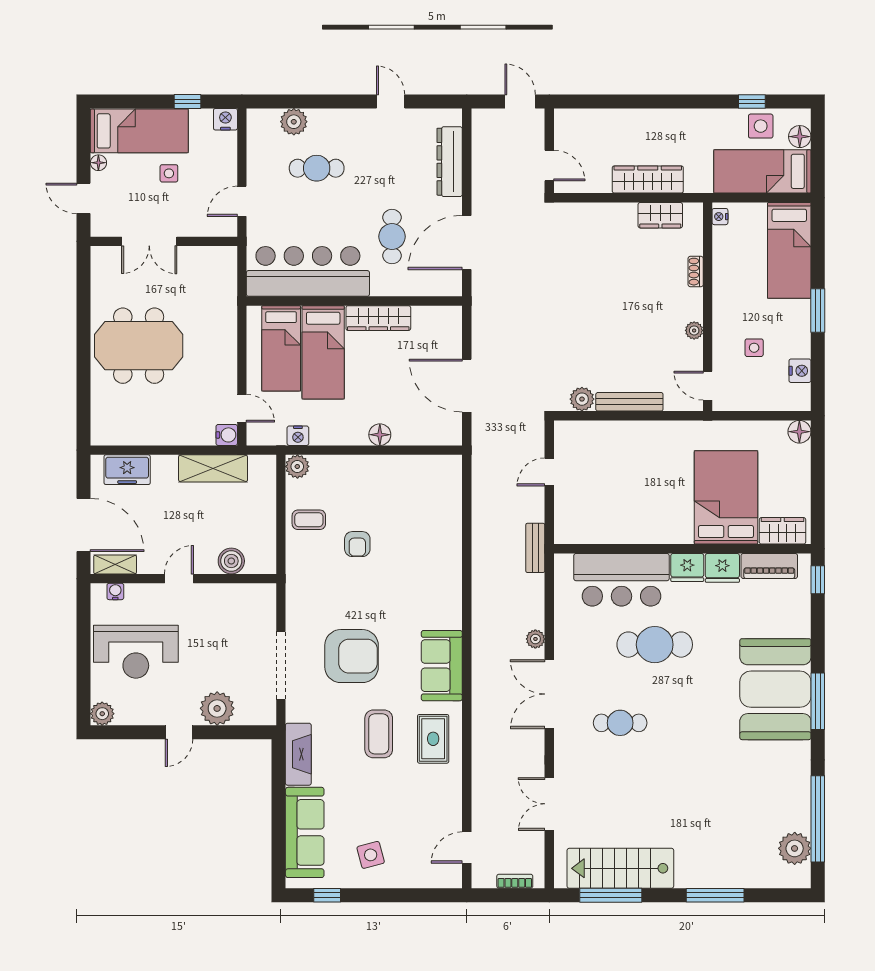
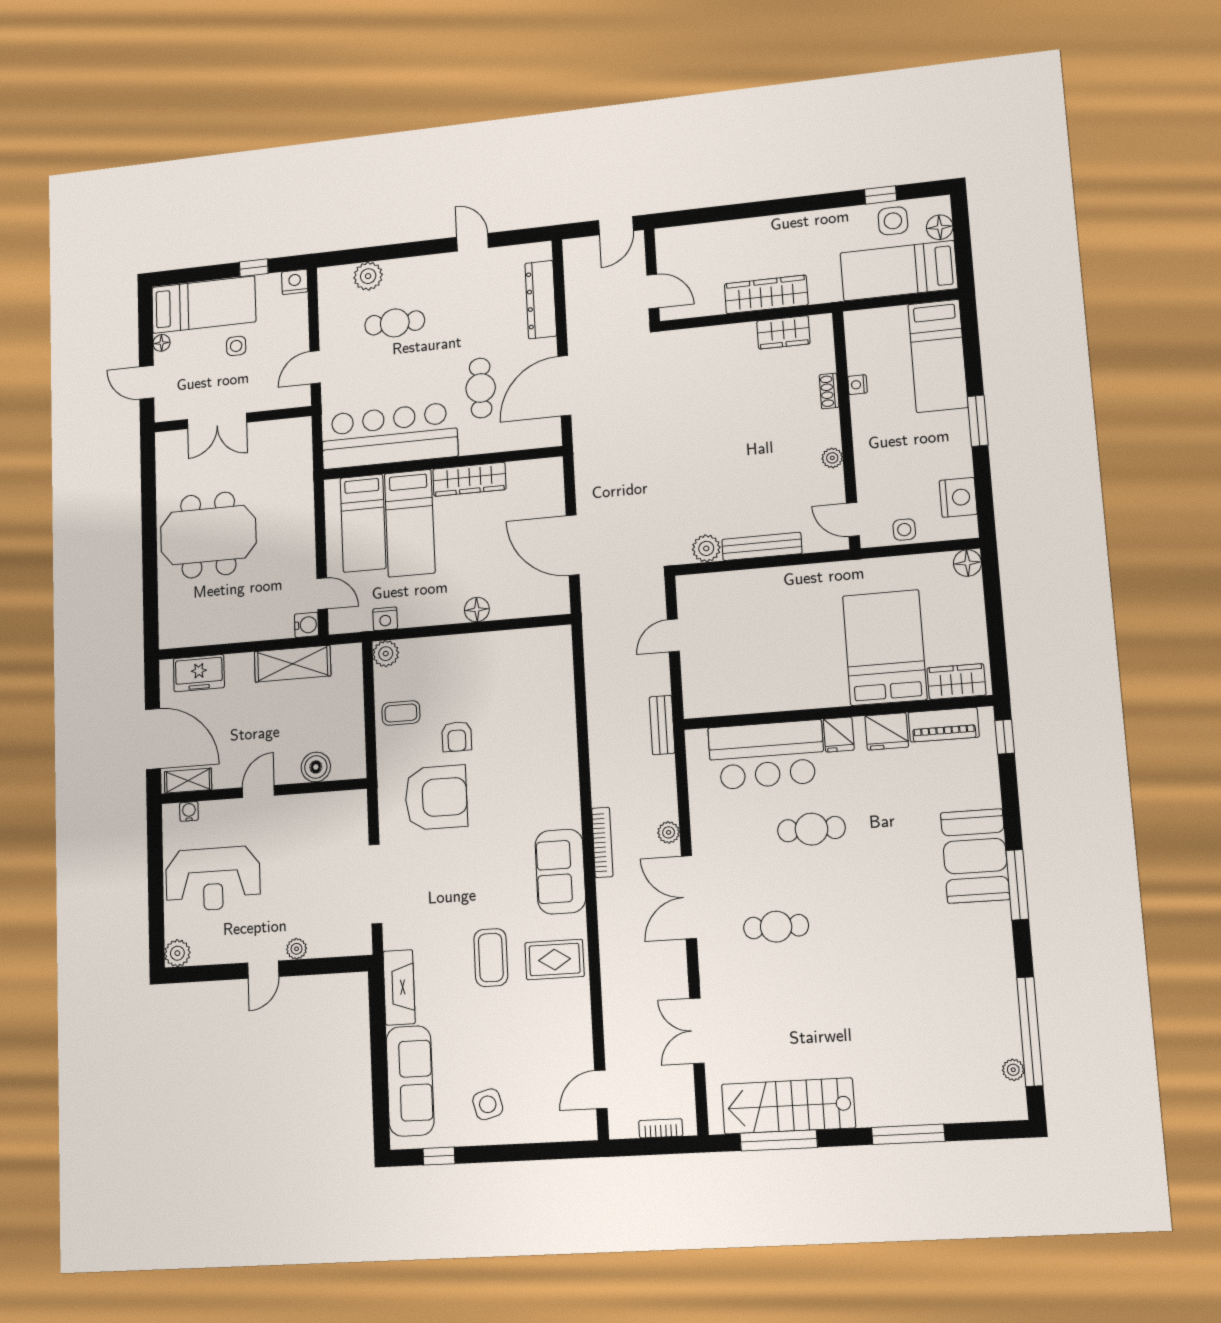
door: (520, 101) -> (616, 226), swing flipped
nightstand: (720, 217) -> (857, 385), moved
side table: (754, 348) -> (904, 530), moved
nightstand: (800, 371) -> (958, 497), width x1.36, depth x1.33
fridge: (687, 567) -> (839, 735), width x0.72
bookcase: (479, 643) -> (602, 842), added
cafe table: (655, 645) -> (811, 829), width x0.73, depth x0.74
armchair: (352, 656) -> (436, 798), moved
booth: (775, 689) -> (975, 856), width x0.73, depth x0.70
plant: (217, 708) -> (297, 949), width x0.53, depth x0.53
rug: (433, 739) -> (555, 960), turned 90
plant: (795, 848) -> (1013, 1070), width x0.53, depth x0.53

